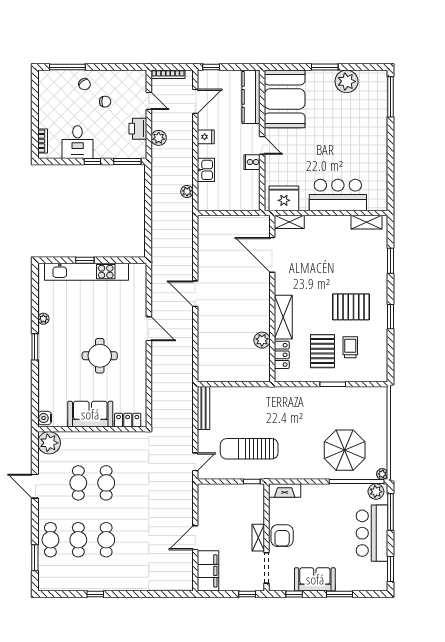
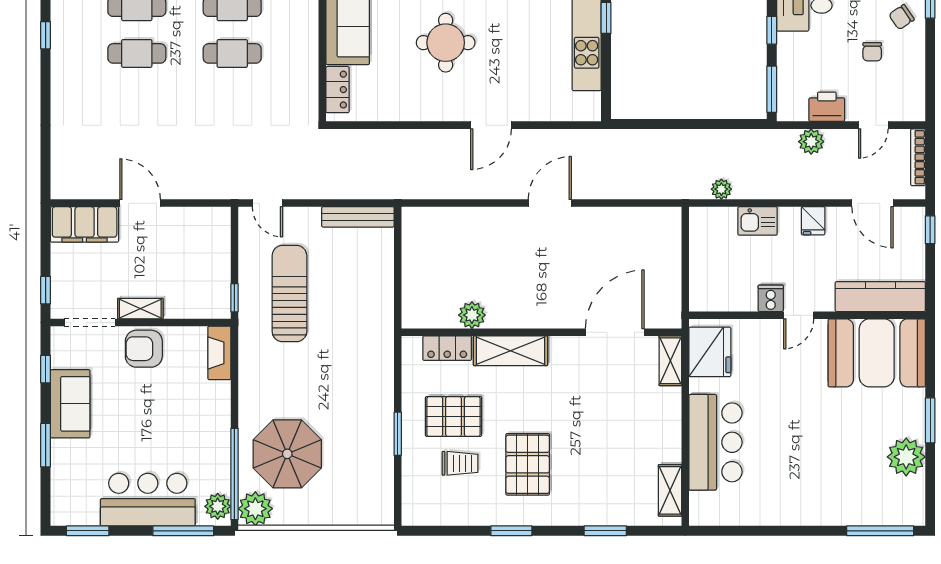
plant: (382, 474) -> (255, 509), width x1.87, depth x1.87

